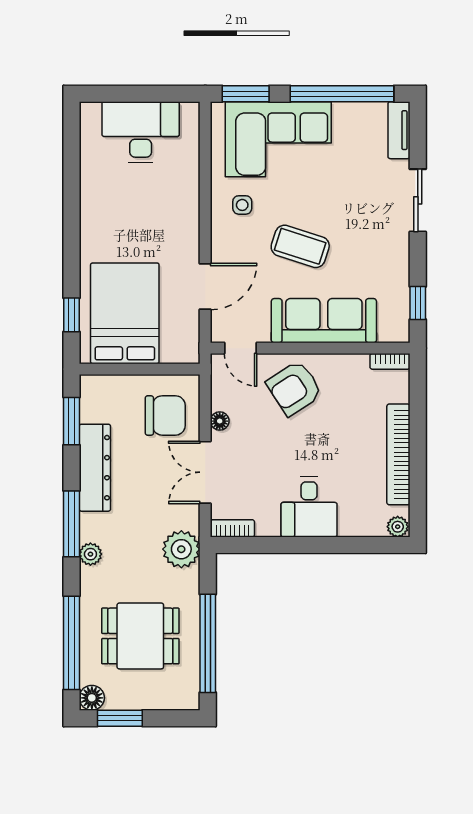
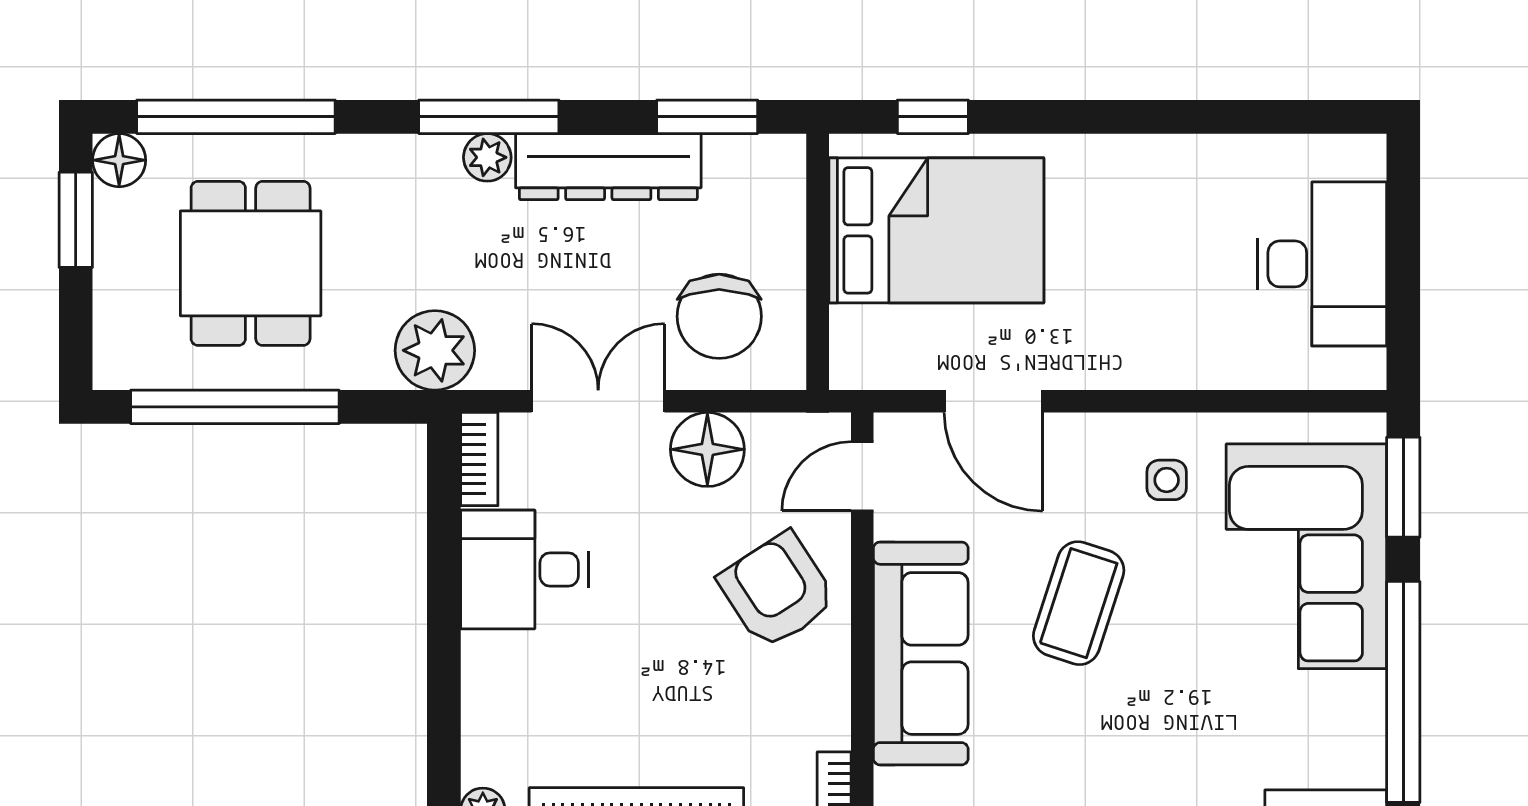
floor lamp: (220, 421) -> (707, 449), width x1.89, depth x1.89
desk: (309, 507) -> (525, 569), moved
plant: (90, 554) -> (487, 157), moved

